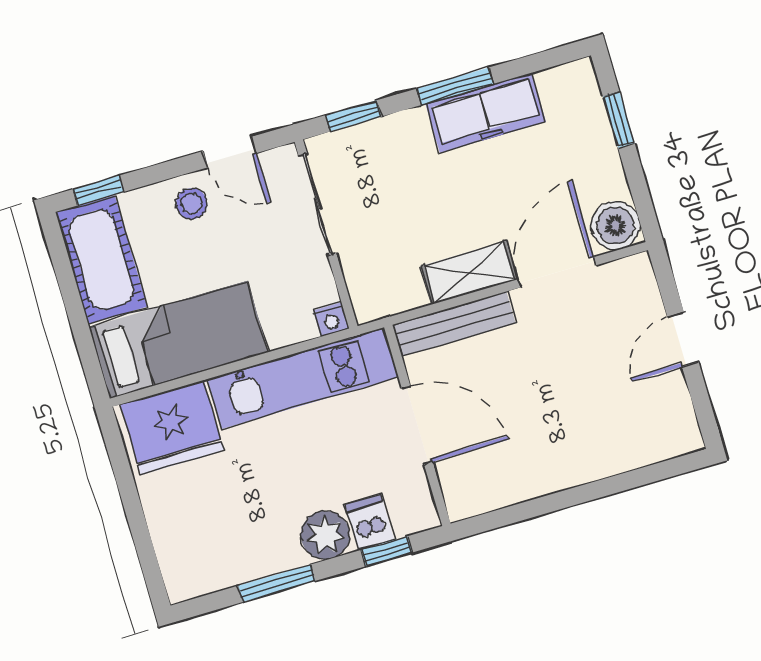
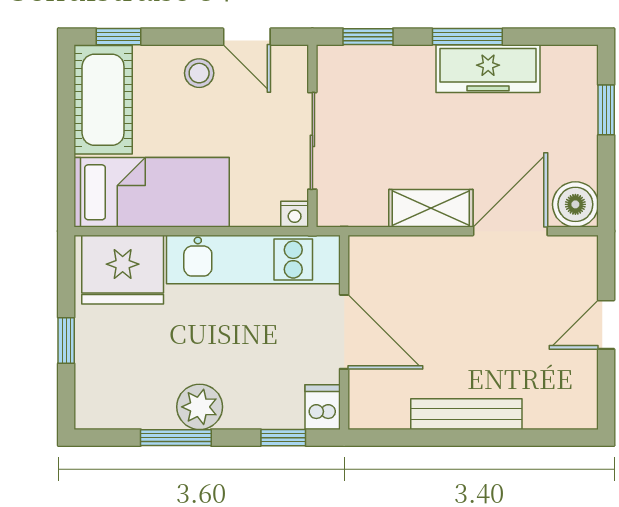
sliding door: (317, 204) -> (312, 141), moved
bench: (454, 324) -> (466, 414), moved
window: (136, 517) -> (66, 340), added
dishwasher: (370, 522) -> (323, 407), moved
plant: (325, 535) -> (200, 407), moved

